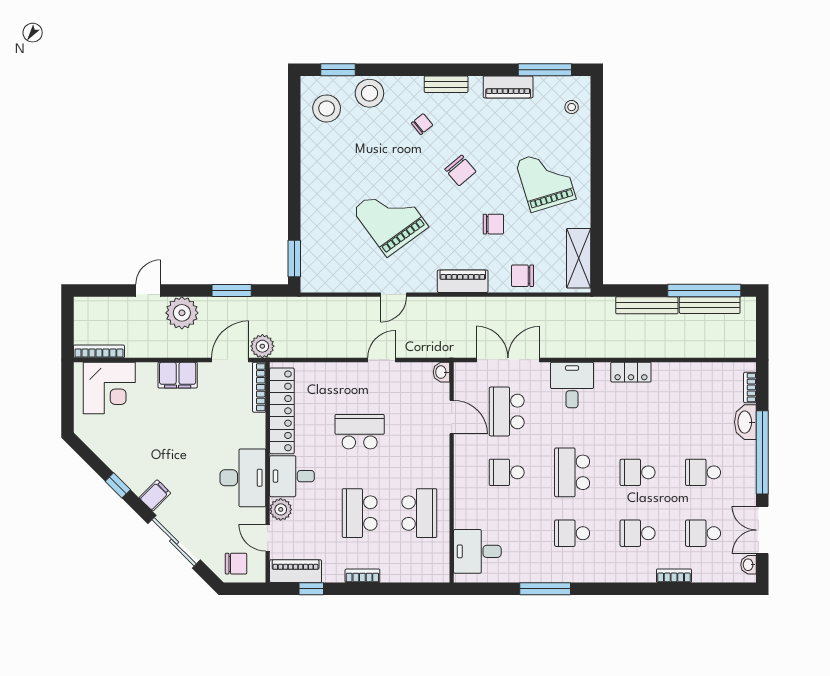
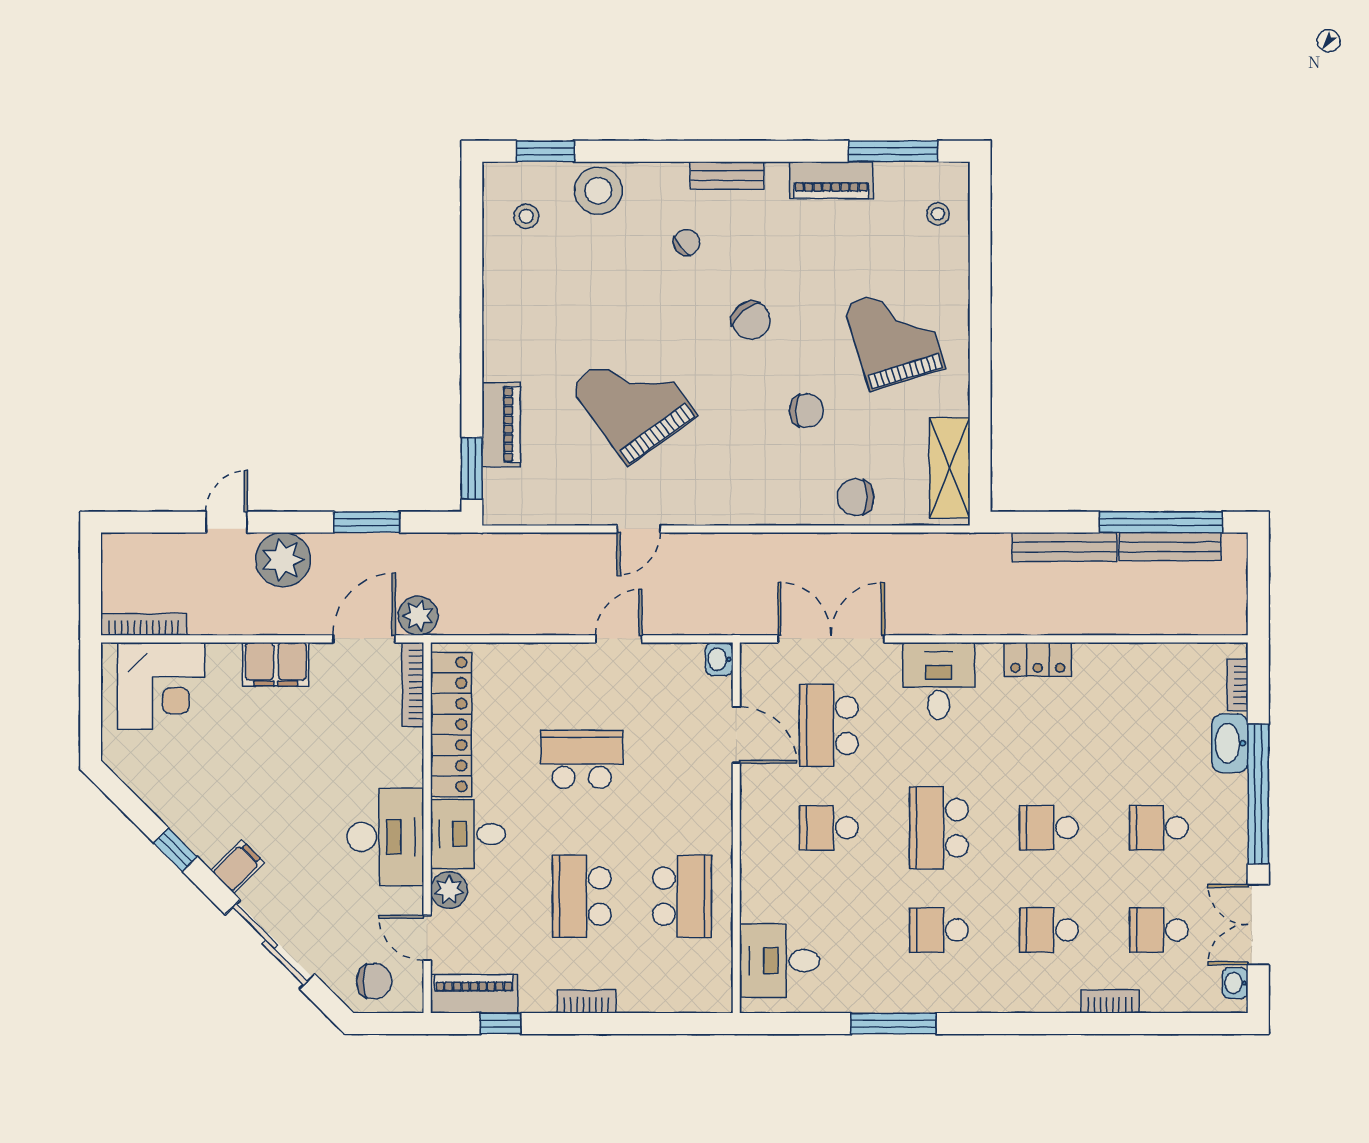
stool: (327, 108) -> (526, 216), width x0.53, depth x0.53
piano: (463, 281) -> (501, 425), moved, turned 90

